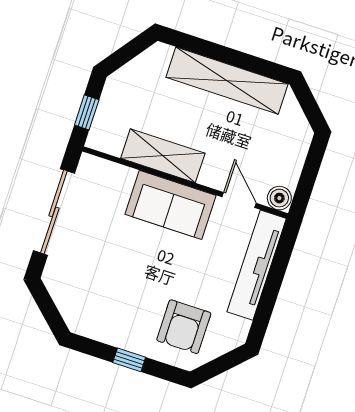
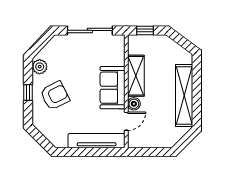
boiler: (279, 198) -> (134, 104), moved
plant: (90, 324) -> (40, 67), added
armchair: (184, 327) -> (55, 96), moved, turned 153

